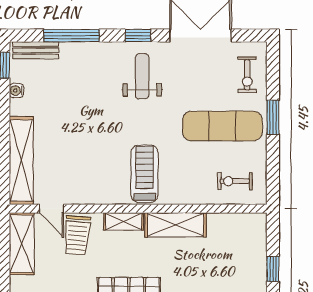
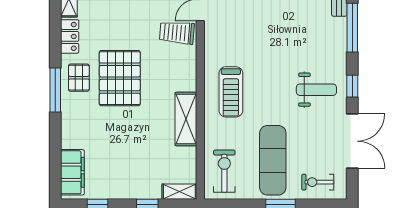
treadmill: (145, 174) -> (231, 92), turned 90
exercise bike: (235, 181) -> (224, 171), width x1.38, depth x1.39
shelving: (124, 222) -> (179, 192), moved, turned 90

